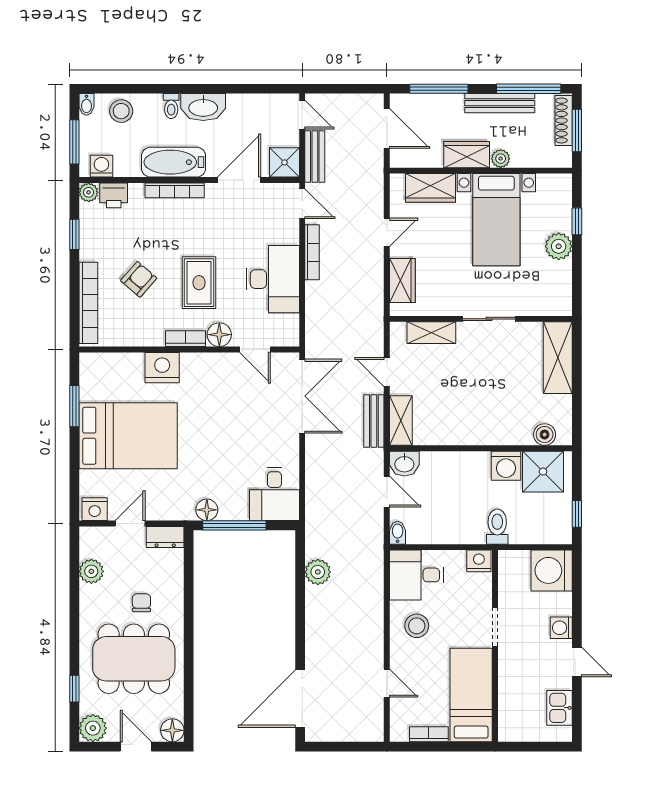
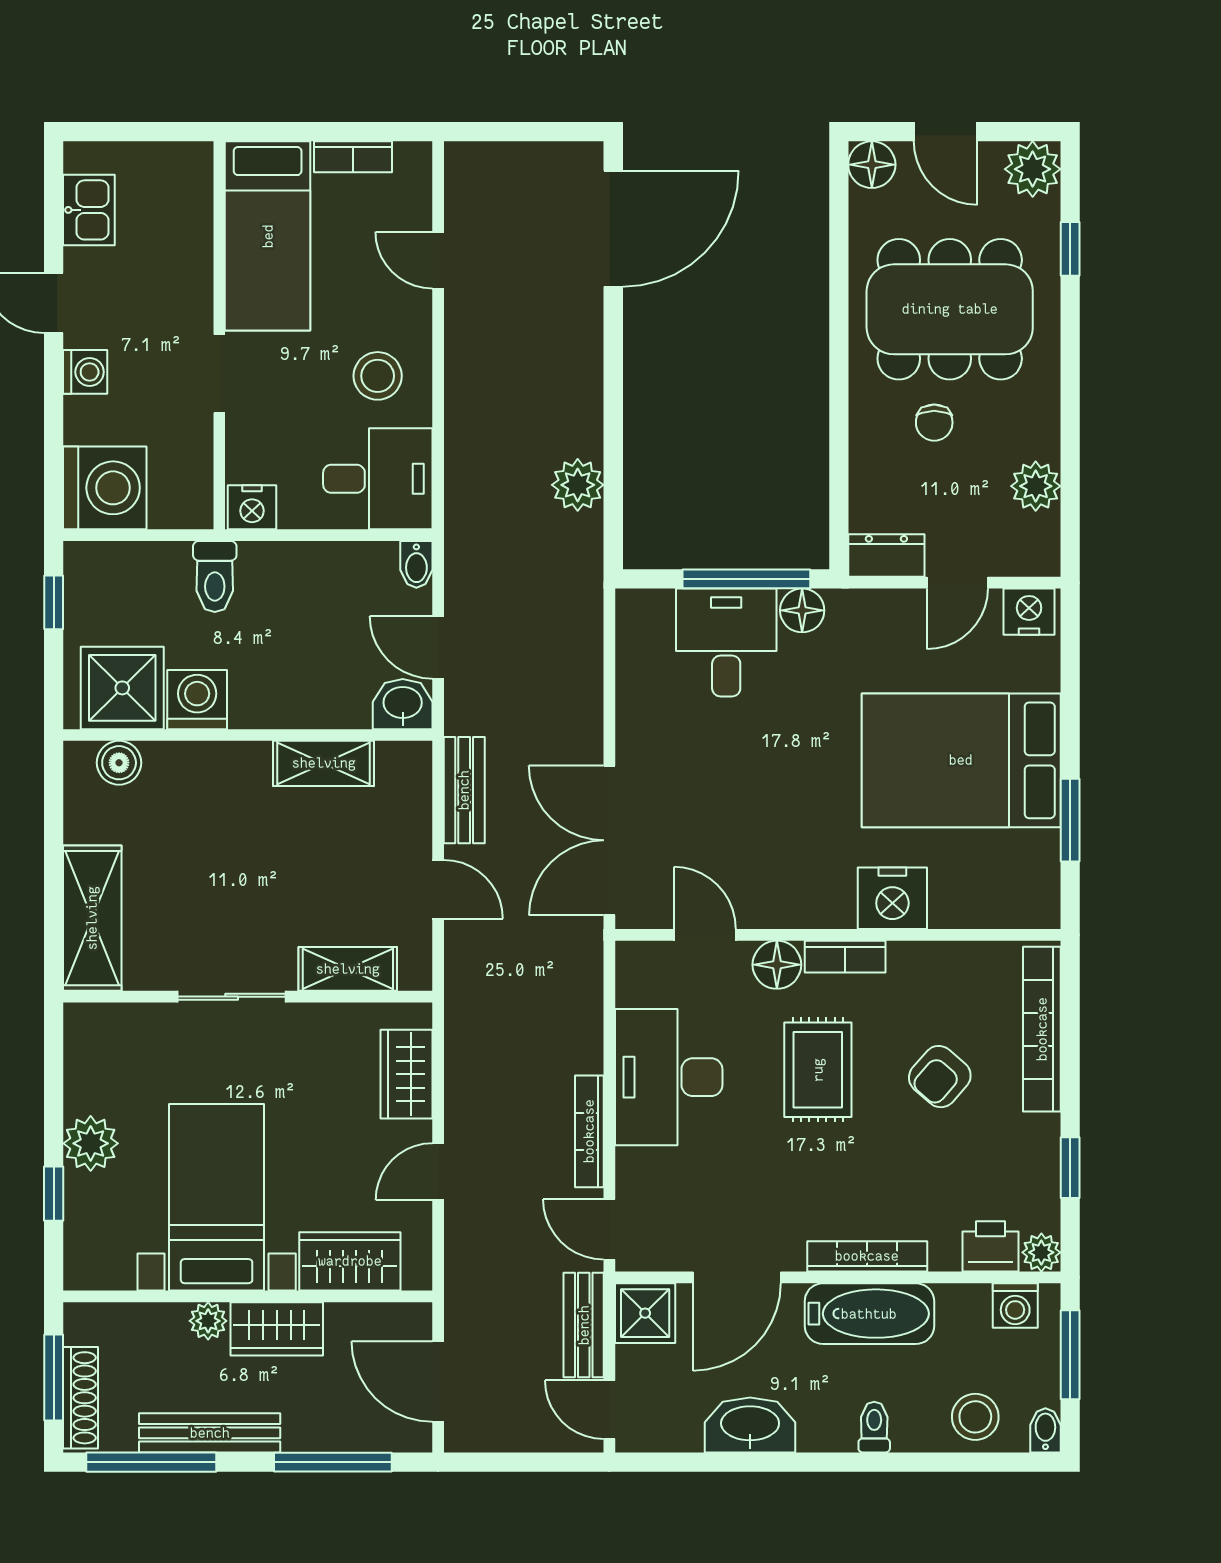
washbasin: (203, 107) -> (750, 1425), moved
shelving: (401, 421) -> (324, 763), moved, turned 90
desk: (274, 494) -> (726, 642), moved

